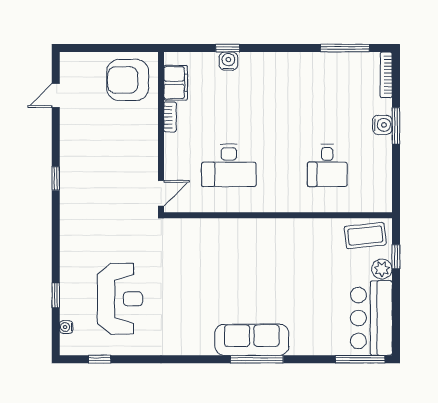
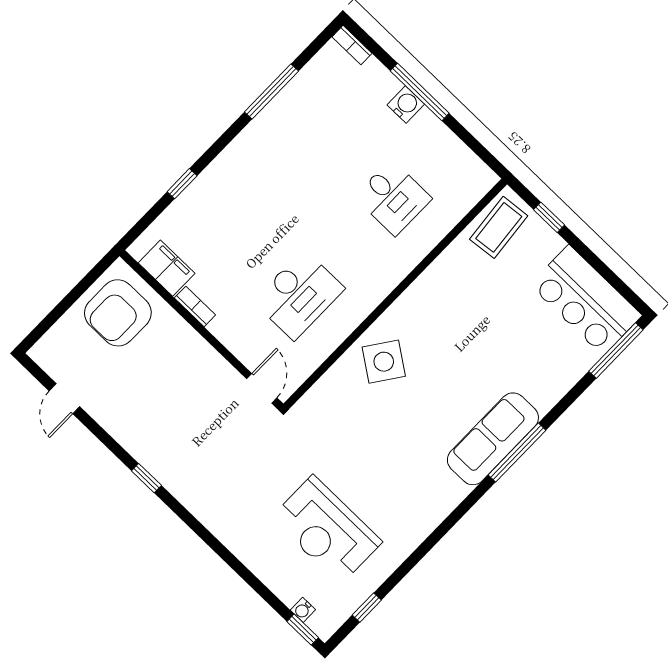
window: (345, 48) -> (271, 91), moved
water cooler: (228, 61) -> (196, 195), removed
bookcase: (386, 75) -> (352, 45), width x0.64
window: (396, 126) -> (420, 92), width x1.44
side table: (237, 244) -> (384, 362), added
plant: (382, 269) -> (548, 243), removed
window: (56, 295) -> (303, 630), moved
reception desk: (120, 299) -> (327, 530), turned 180

